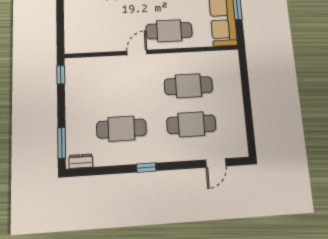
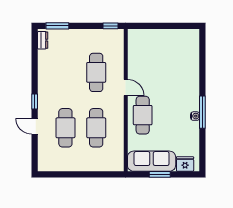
cafe table: (121, 129) -> (96, 72), moved
door: (216, 163) -> (35, 126), moved
window: (146, 168) -> (35, 102), moved

